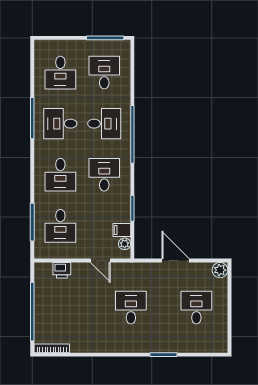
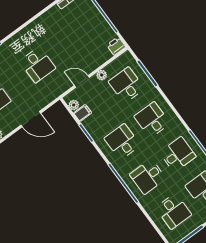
desk: (104, 175) -> (122, 142), turned 180
plant: (77, 253) -> (102, 75), added
printer: (62, 270) -> (116, 46), moved

